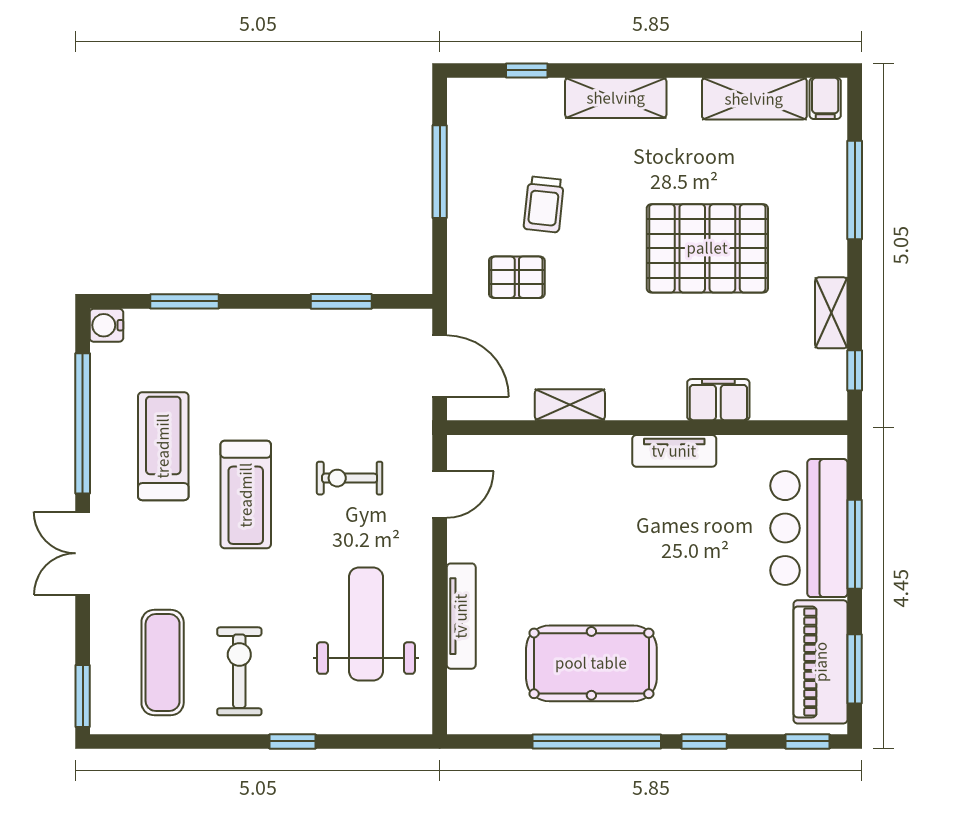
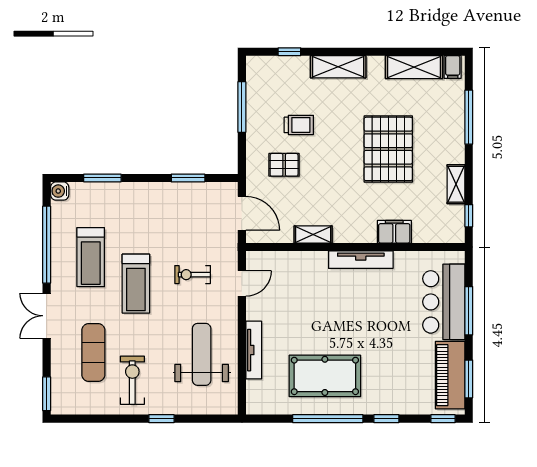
trolley: (544, 204) -> (299, 125), turned -96
pallet: (707, 248) -> (388, 149), turned 90
treadmill: (163, 446) -> (91, 257), turned 180
tv unit: (674, 451) -> (361, 260), width x1.41
exercise mat: (163, 662) -> (93, 352), moved

